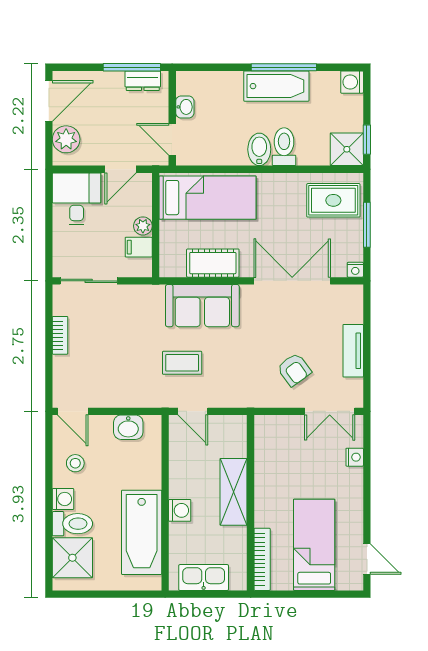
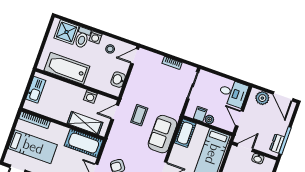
cot: (213, 263) -> (185, 133), moved
cot: (273, 450) -> (84, 143), added
shelving: (234, 492) -> (85, 123), moved
washing machine: (180, 510) -> (90, 97), moved

